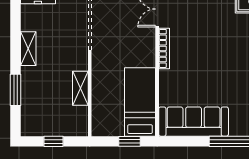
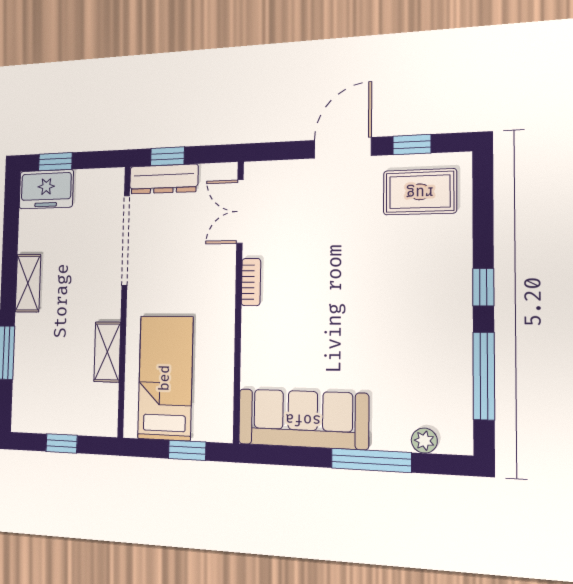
bookcase: (164, 48) -> (251, 282), width x0.64
bed: (140, 102) -> (165, 378), moved

